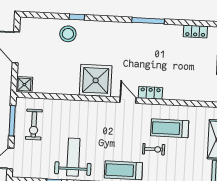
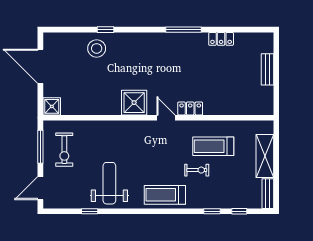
locker: (195, 32) -> (221, 39), moved
shower: (96, 80) -> (134, 103), width x0.73, depth x0.73

